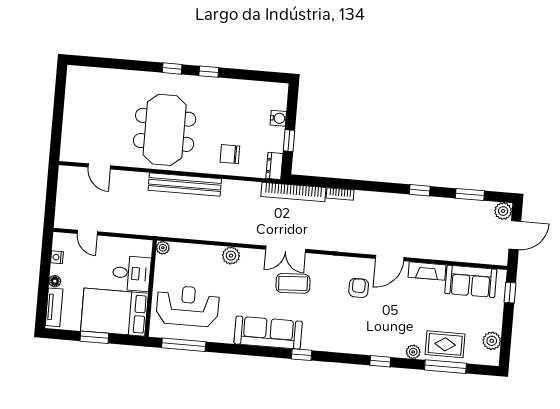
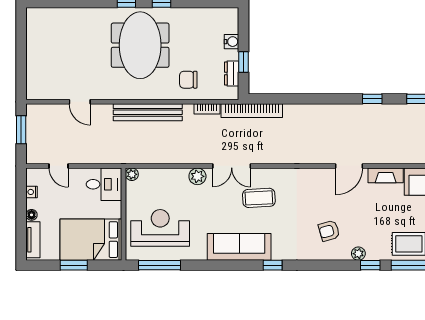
meeting table: (165, 130) -> (140, 45), moved
door: (99, 166) -> (80, 102), moved
dresser: (274, 166) -> (232, 73), moved
window: (51, 192) -> (21, 130), added
bookcase: (340, 194) -> (207, 109), moved
double door: (286, 249) -> (232, 166), moved
desk: (131, 273) -> (104, 184), moved
armchair: (359, 288) -> (329, 231), moved, turned -106
plant: (413, 352) -> (358, 254), moved
window: (380, 361) -> (370, 265), moved

